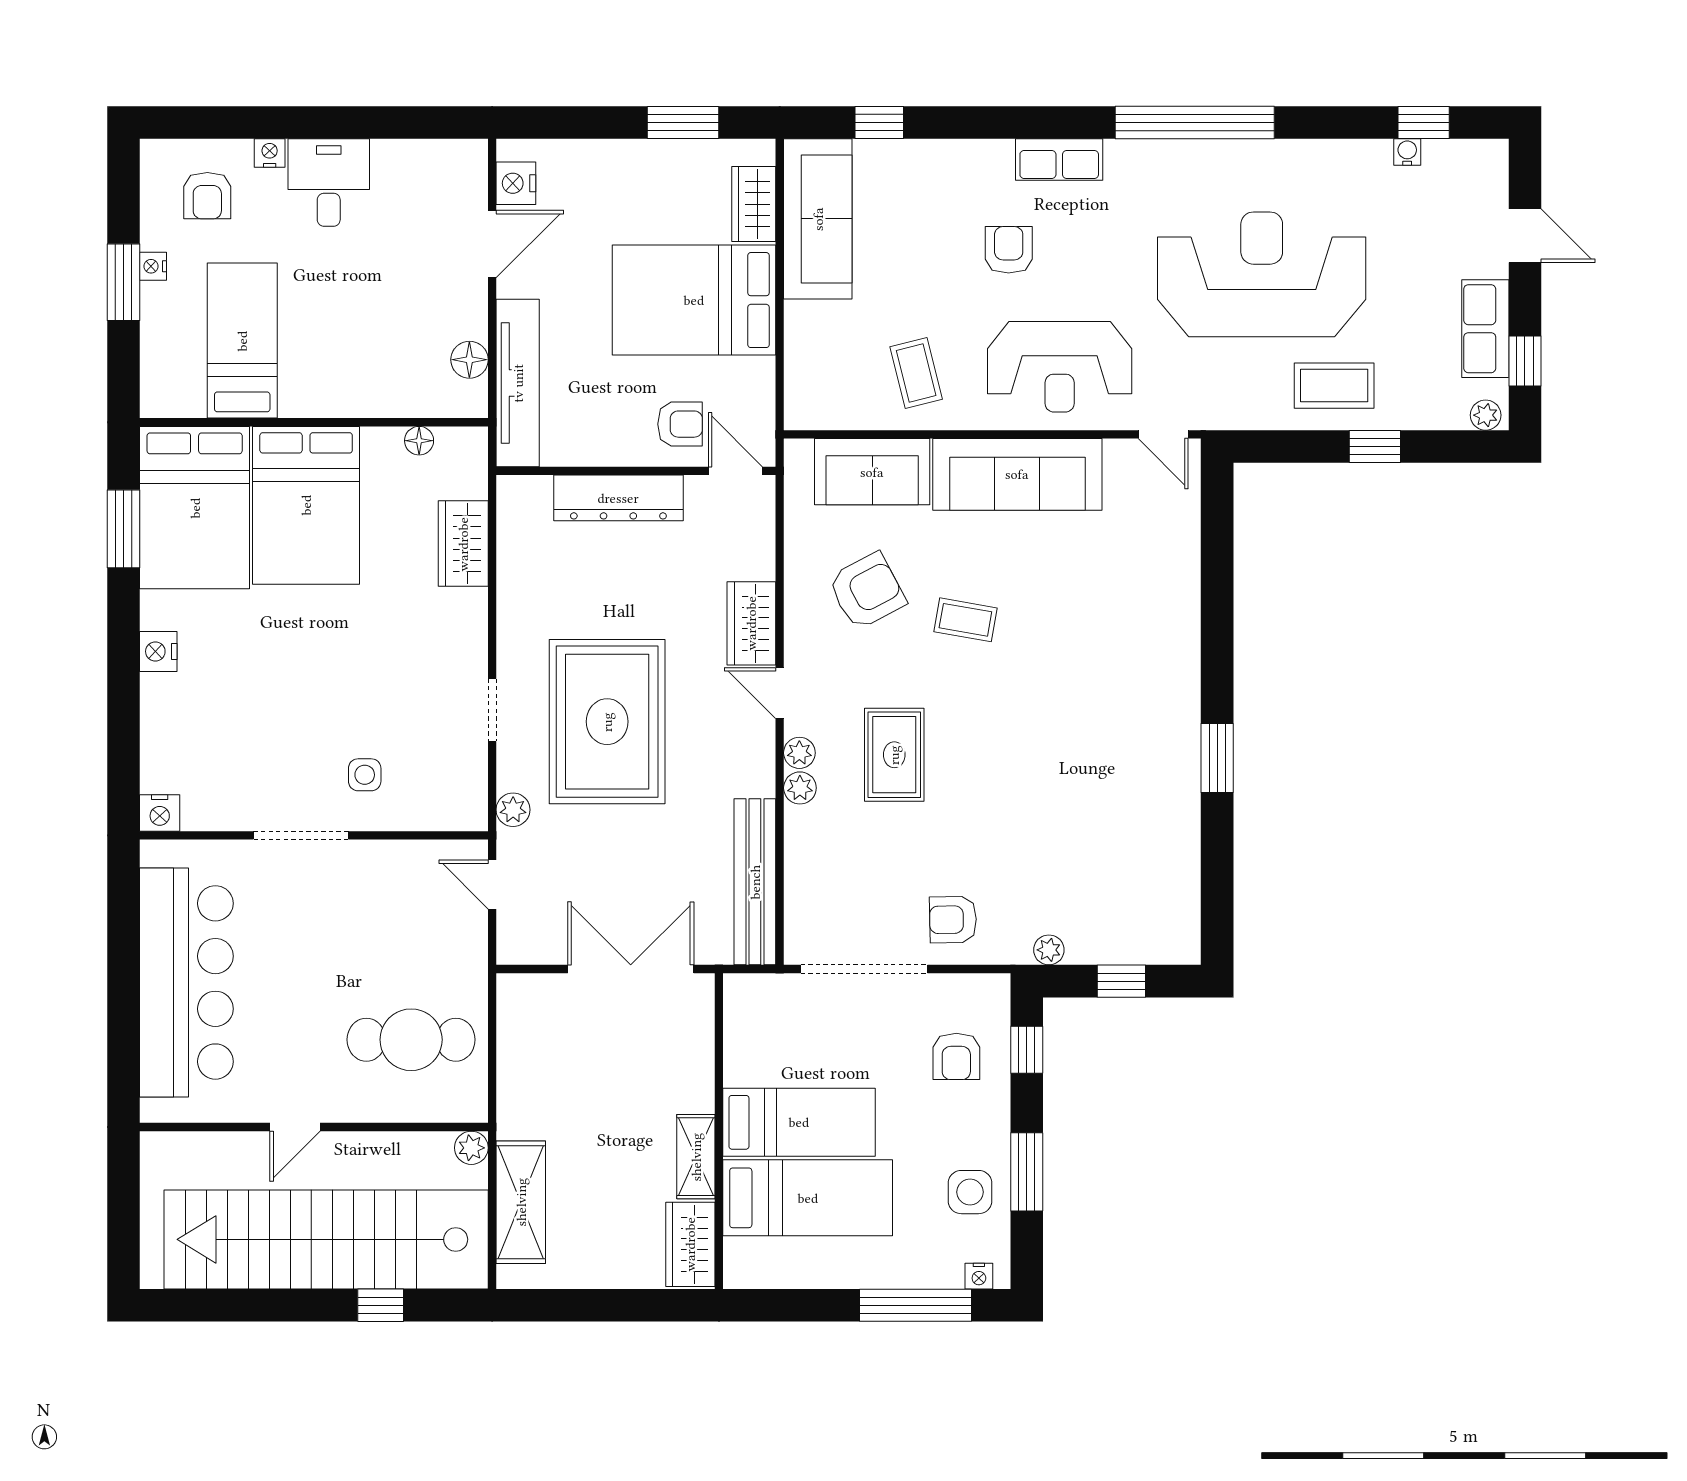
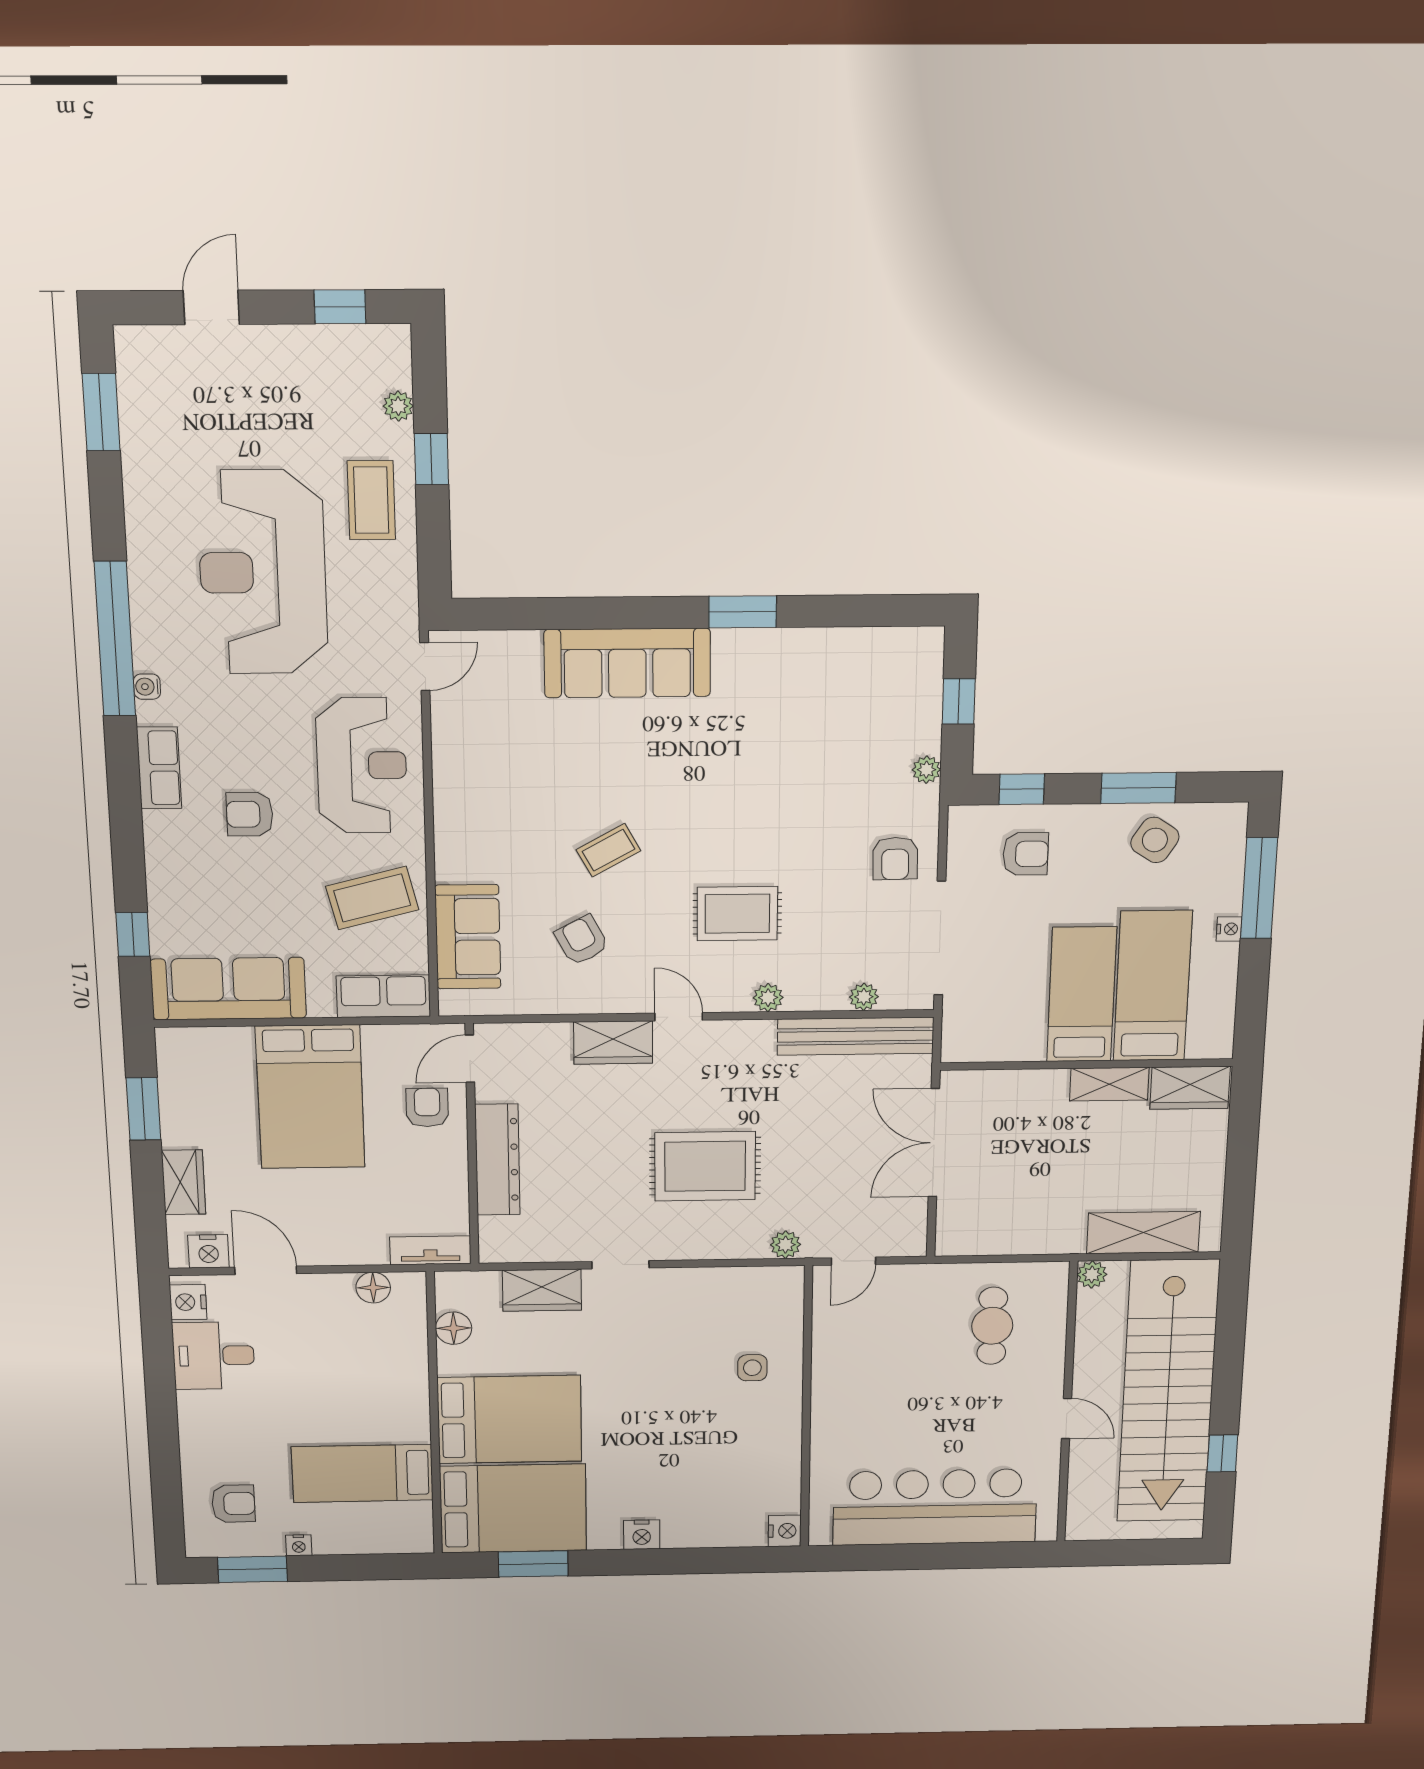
window: (1424, 122) -> (101, 412), width x1.50
water cooler: (1407, 152) -> (147, 687), moved
nightstand: (270, 153) -> (188, 1302), moved, width x1.39, depth x1.35
desk: (329, 183) -> (214, 1356), moved
wardrobe: (754, 204) -> (184, 1182), moved, turned -90
window: (124, 282) -> (253, 1569), moved
row of seats: (1485, 329) -> (383, 996), moved, turned 180
coffee table: (916, 373) -> (372, 898), width x1.36, depth x1.30
tv unit: (518, 383) -> (430, 1250), width x0.52, depth x0.78
plant: (1486, 415) -> (398, 406), moved
floor lamp: (419, 441) -> (454, 1328), width x1.37, depth x1.37
sofa: (1017, 474) -> (627, 663), moved, turned 90
armchair: (867, 591) -> (582, 940), width x0.72, depth x0.72
coffee table: (965, 620) -> (608, 850), turned 51
door: (780, 693) -> (679, 1017), swing flipped
doorway: (492, 710) -> (620, 1265), moved
rug: (607, 722) -> (705, 1166), width x0.73, depth x0.69
plant: (799, 753) -> (864, 997), moved
doorway: (301, 835) -> (806, 1418), removed
cafe table: (411, 1040) -> (992, 1326), width x0.73, depth x0.74
side table: (970, 1192) -> (1155, 840), turned 33
nightstand: (979, 1276) -> (1229, 929), moved
window: (381, 1305) -> (1222, 1453), moved

